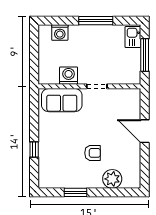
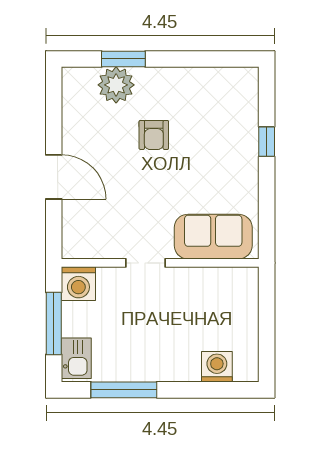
window: (96, 21) -> (124, 390), moved
washing machine: (69, 76) -> (78, 284), moved
armchair: (93, 153) -> (154, 135), turned -90
window: (75, 192) -> (123, 59), moved

